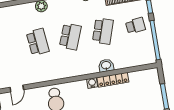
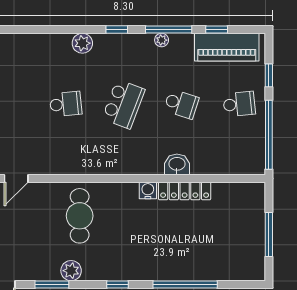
school desk: (103, 31) -> (181, 104), width x0.54
school desk: (38, 42) -> (66, 104), width x0.54

